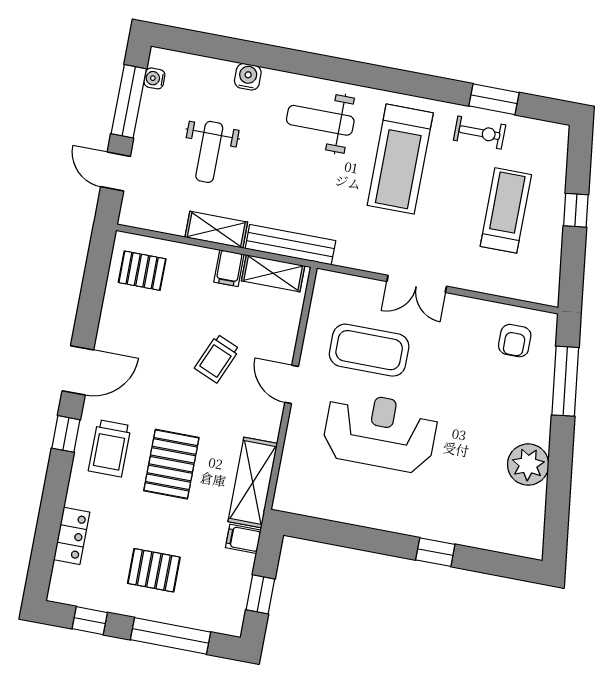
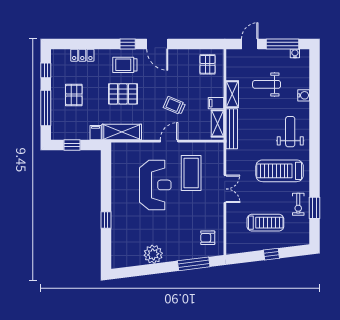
double door: (417, 284) -> (225, 189), swing flipped

